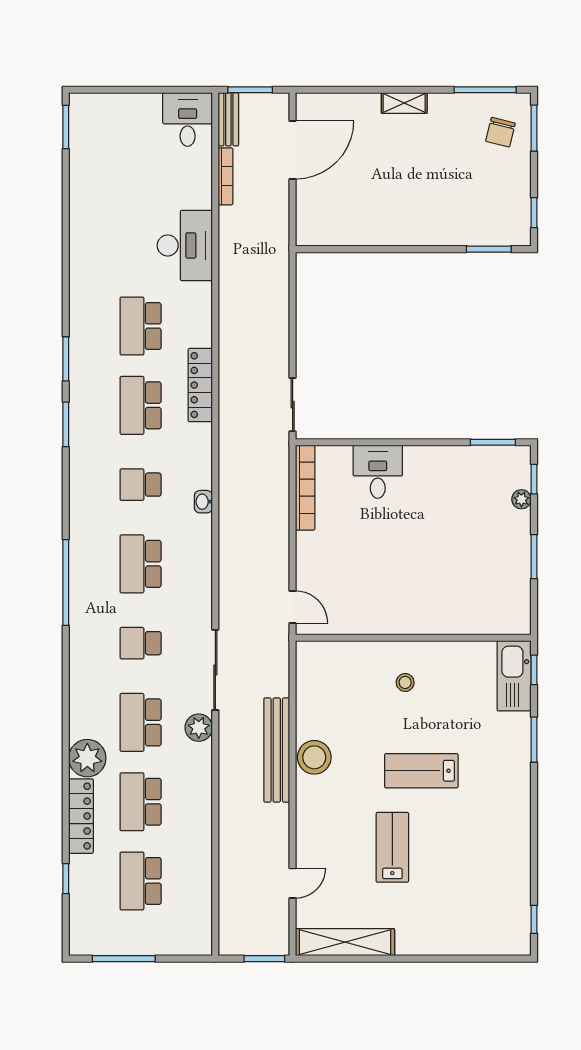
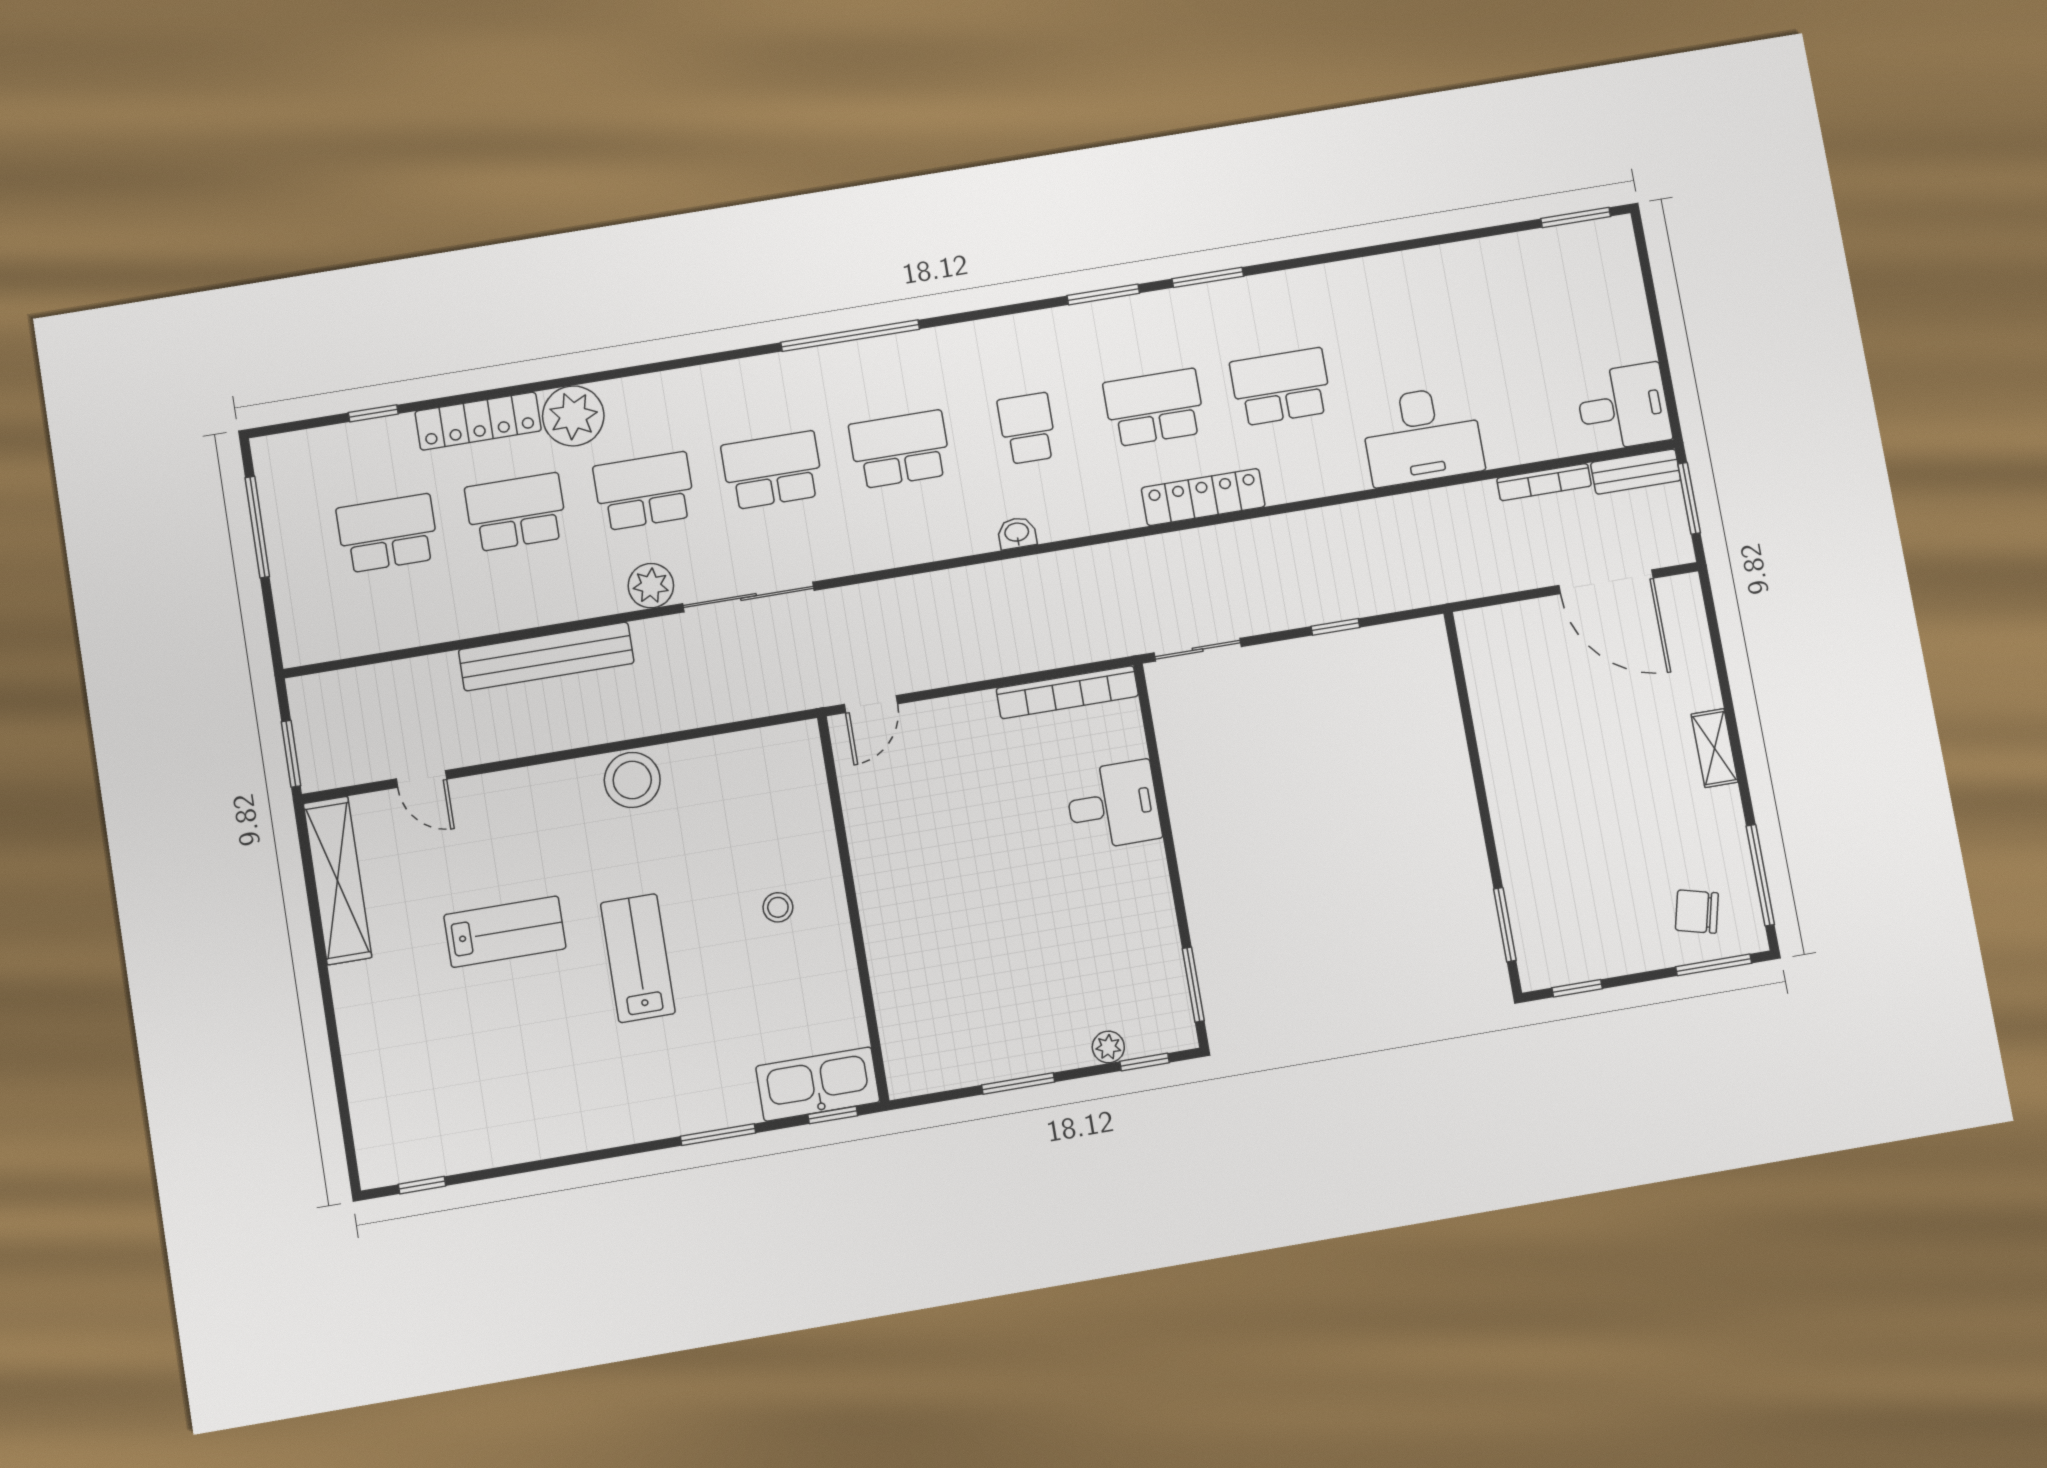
window: (293, 319) -> (1335, 627), added
school desk: (141, 643) -> (772, 470), width x1.85
bench: (277, 750) -> (546, 657), moved

